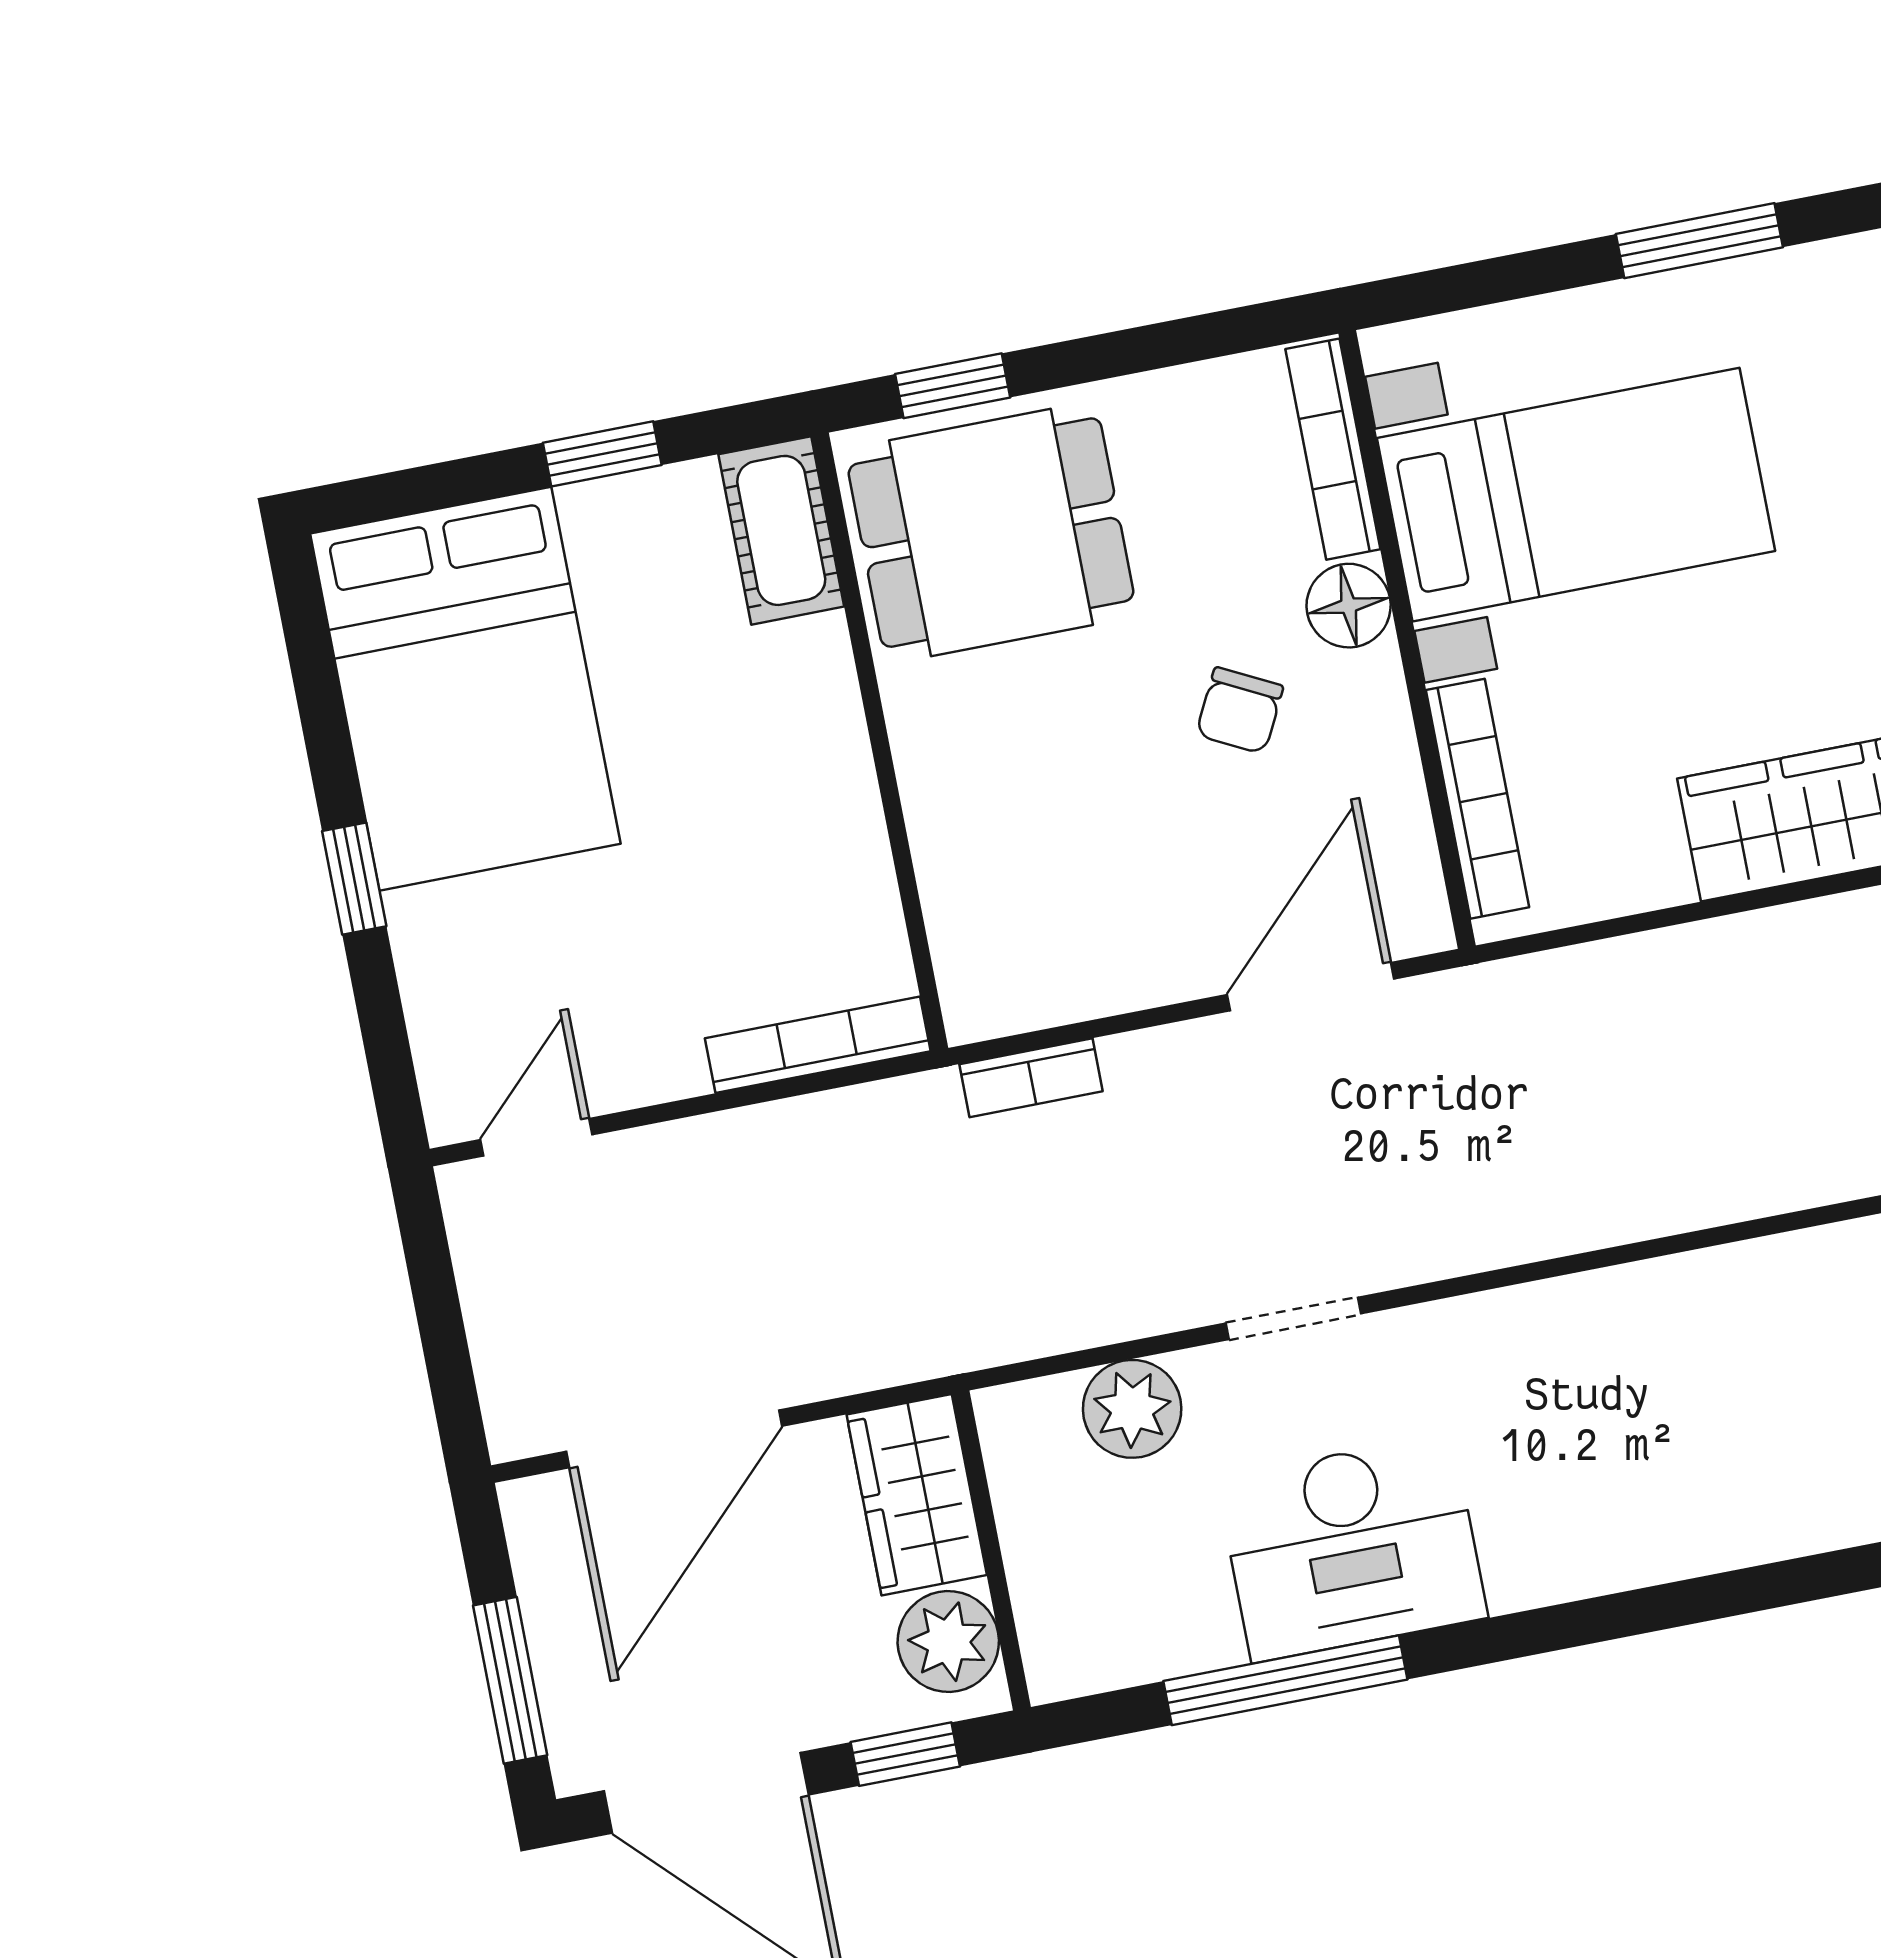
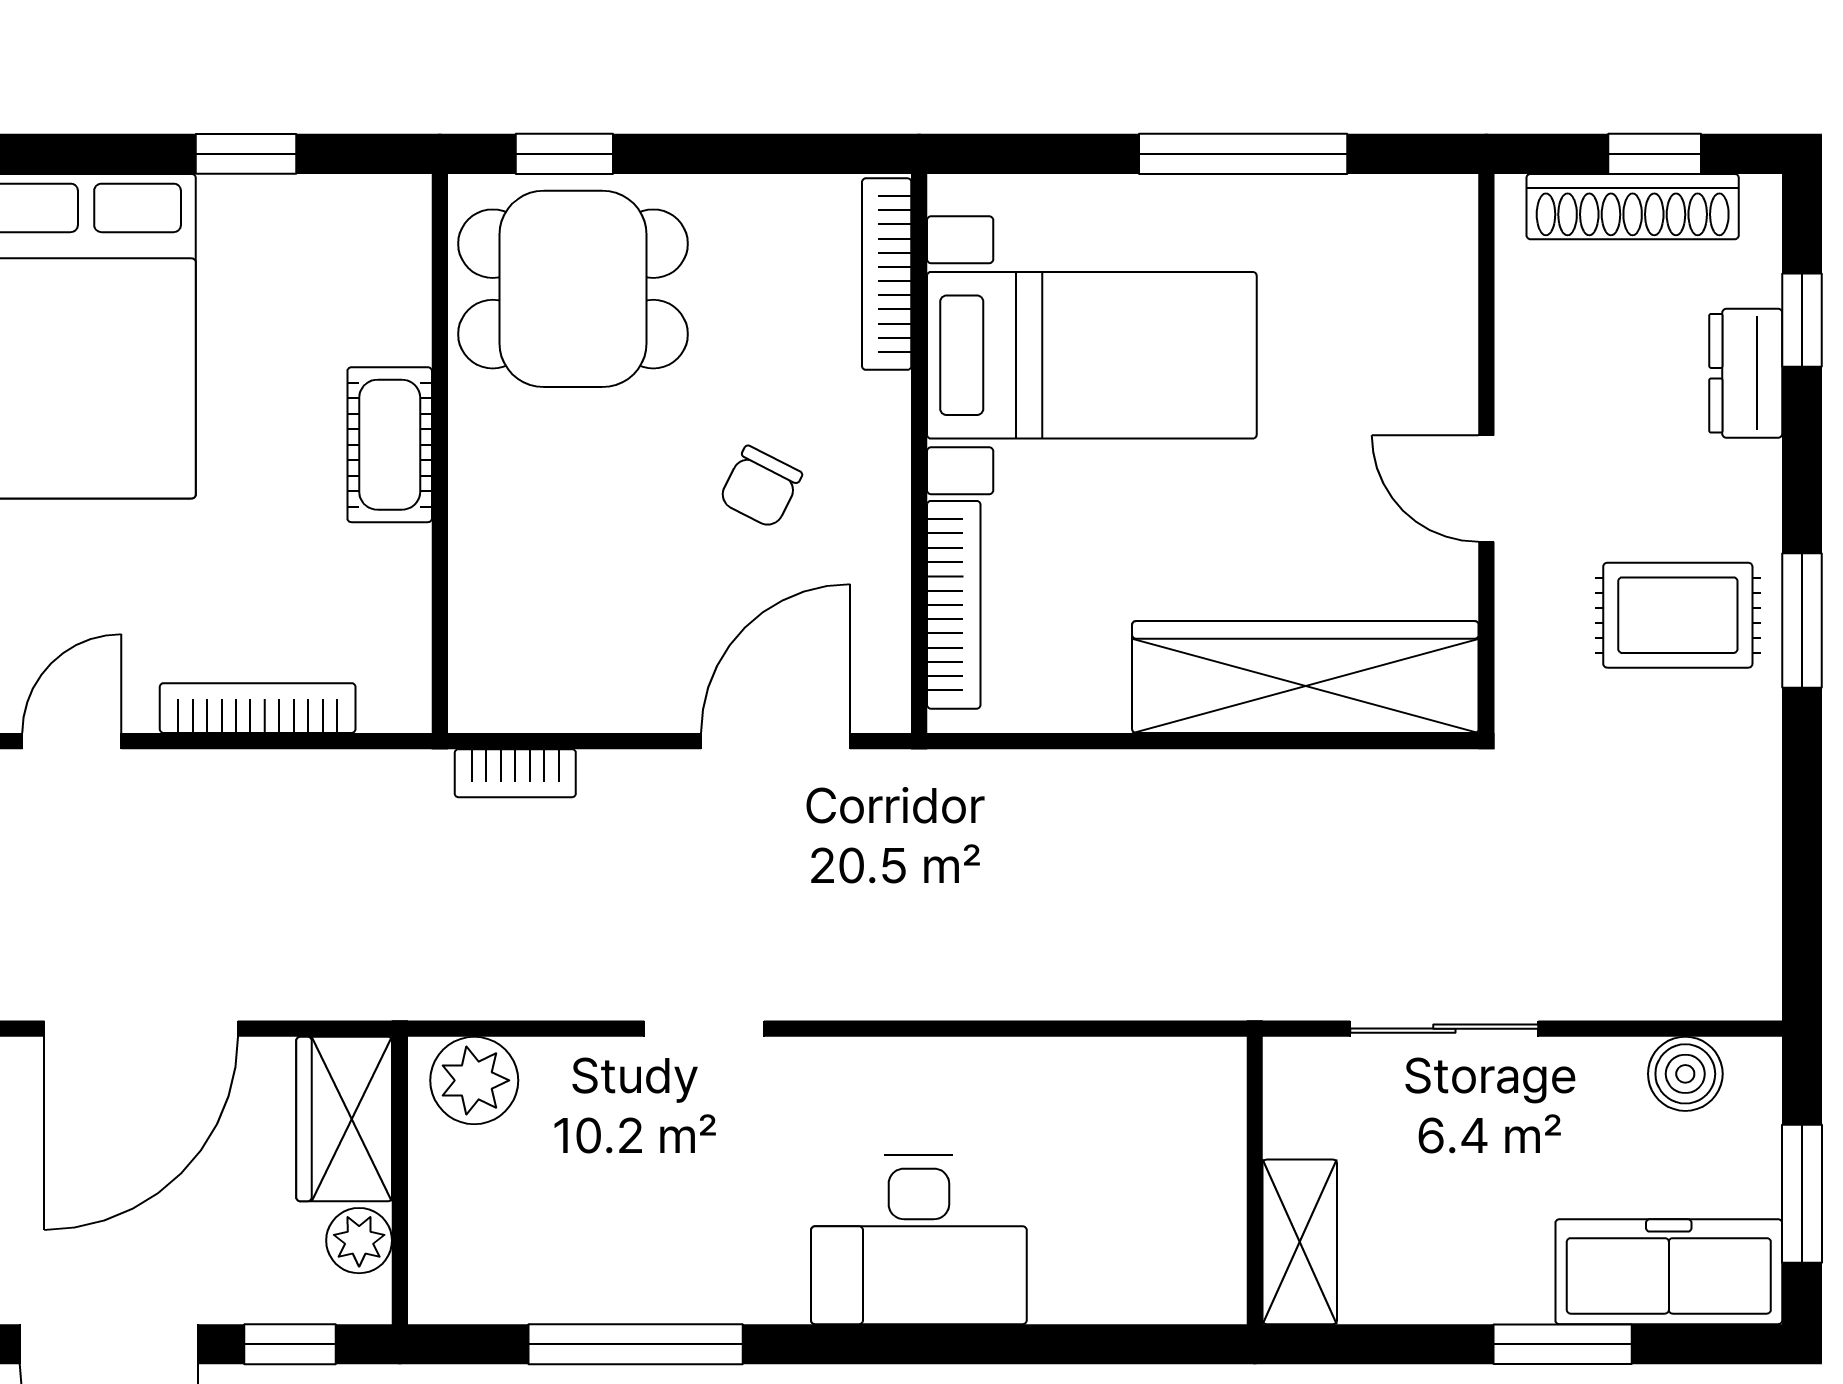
window: (1699, 241) -> (1243, 154), width x1.44
cot: (781, 530) -> (390, 445), moved
floor lamp: (1349, 606) -> (874, 414), removed
bookcase: (818, 1045) -> (258, 708), moved
plant: (1132, 1409) -> (474, 1080), moved
desk: (1352, 1548) -> (919, 1240), moved
plant: (948, 1641) -> (359, 1241), width x0.73, depth x0.73

